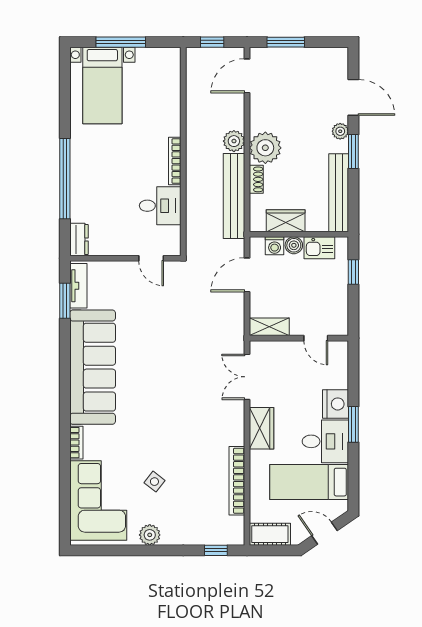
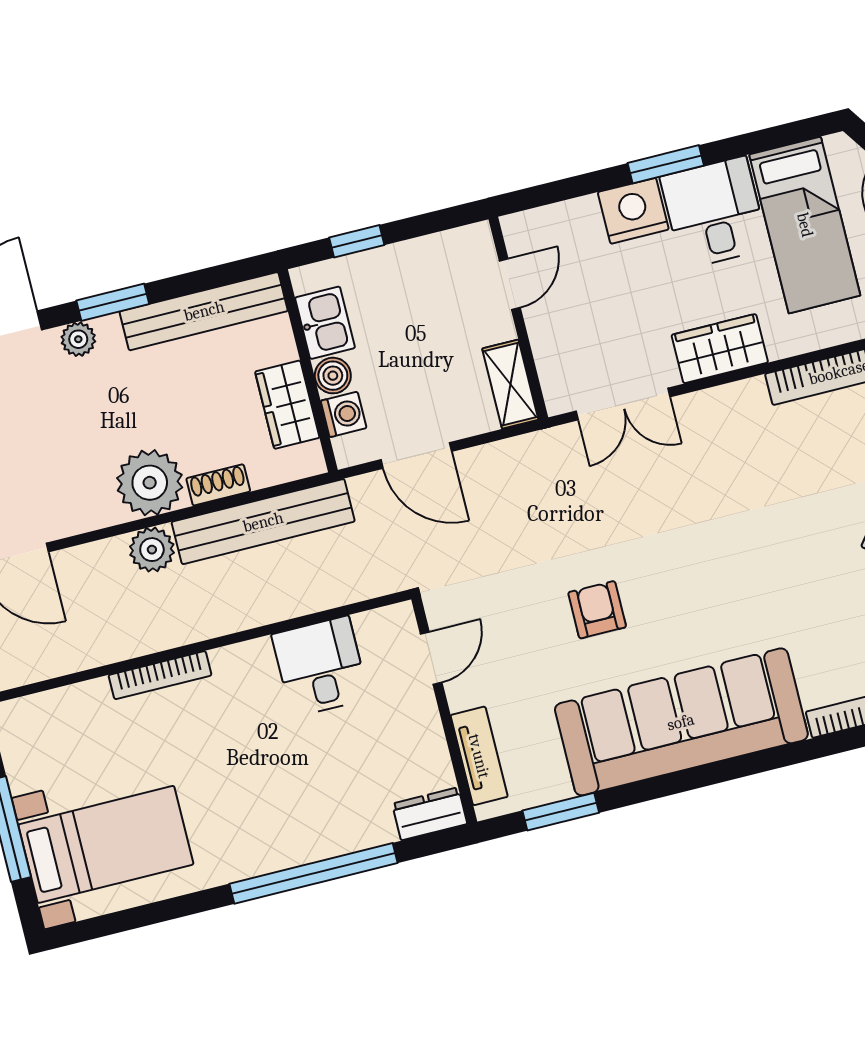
bookcase: (175, 161) -> (160, 675), moved
tv unit: (78, 286) -> (479, 756), moved, turned 90
armchair: (154, 341) -> (597, 610), added

